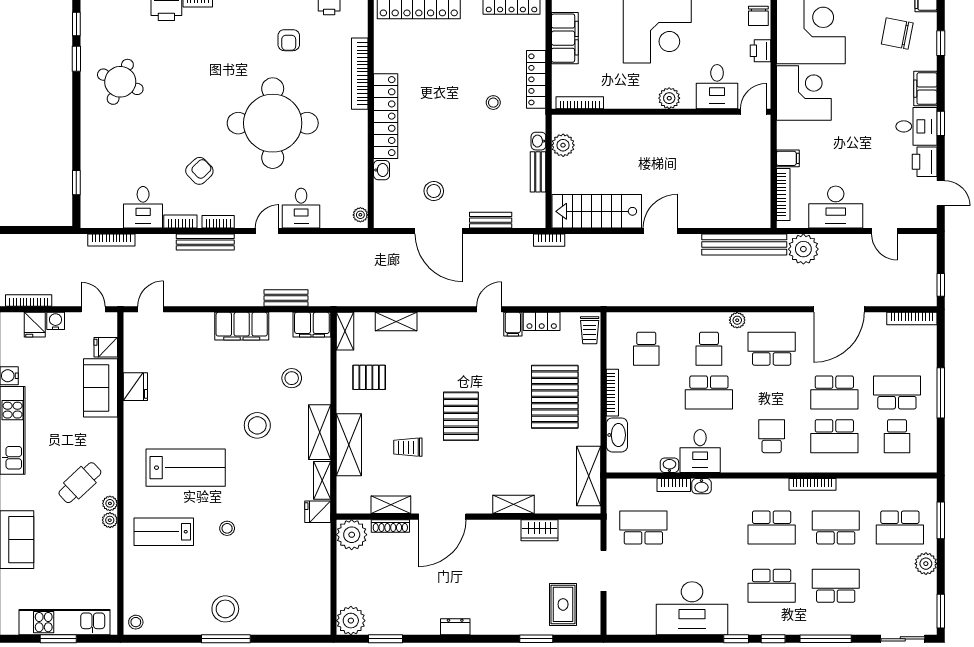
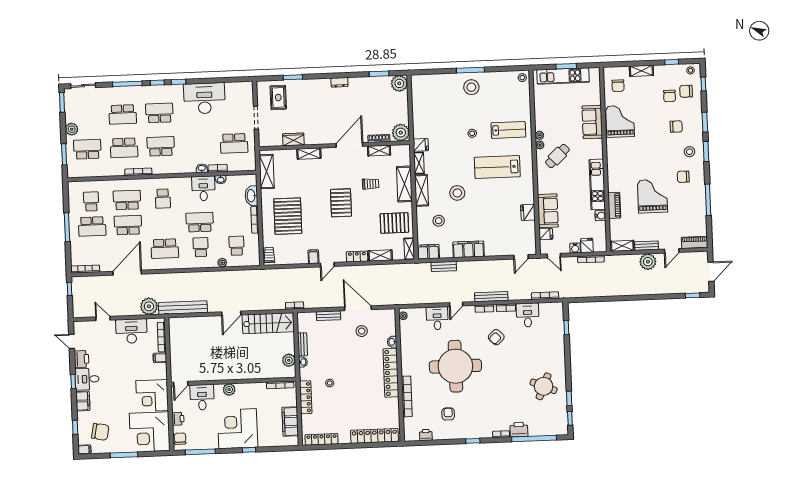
plant: (737, 320) -> (222, 263), moved
locker: (542, 321) -> (357, 256), moved
pallet: (369, 377) -> (394, 223), width x1.50, depth x1.42

